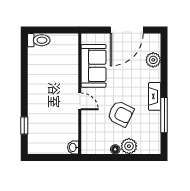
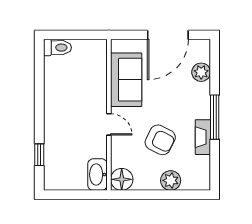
fireplace: (155, 96) -> (203, 137), moved
window: (164, 115) -> (215, 117), moved
washbasin: (73, 147) -> (97, 175), width x1.91, depth x1.45
floor lamp: (115, 149) -> (122, 179), moved, width x1.89, depth x1.89

